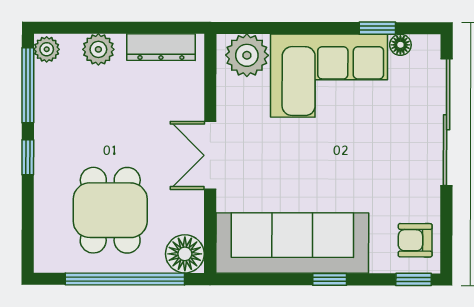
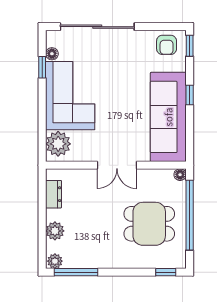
dresser: (161, 47) -> (54, 194), width x0.70
window: (28, 157) -> (166, 272), moved
floor lamp: (185, 254) -> (180, 175), width x0.53, depth x0.53

